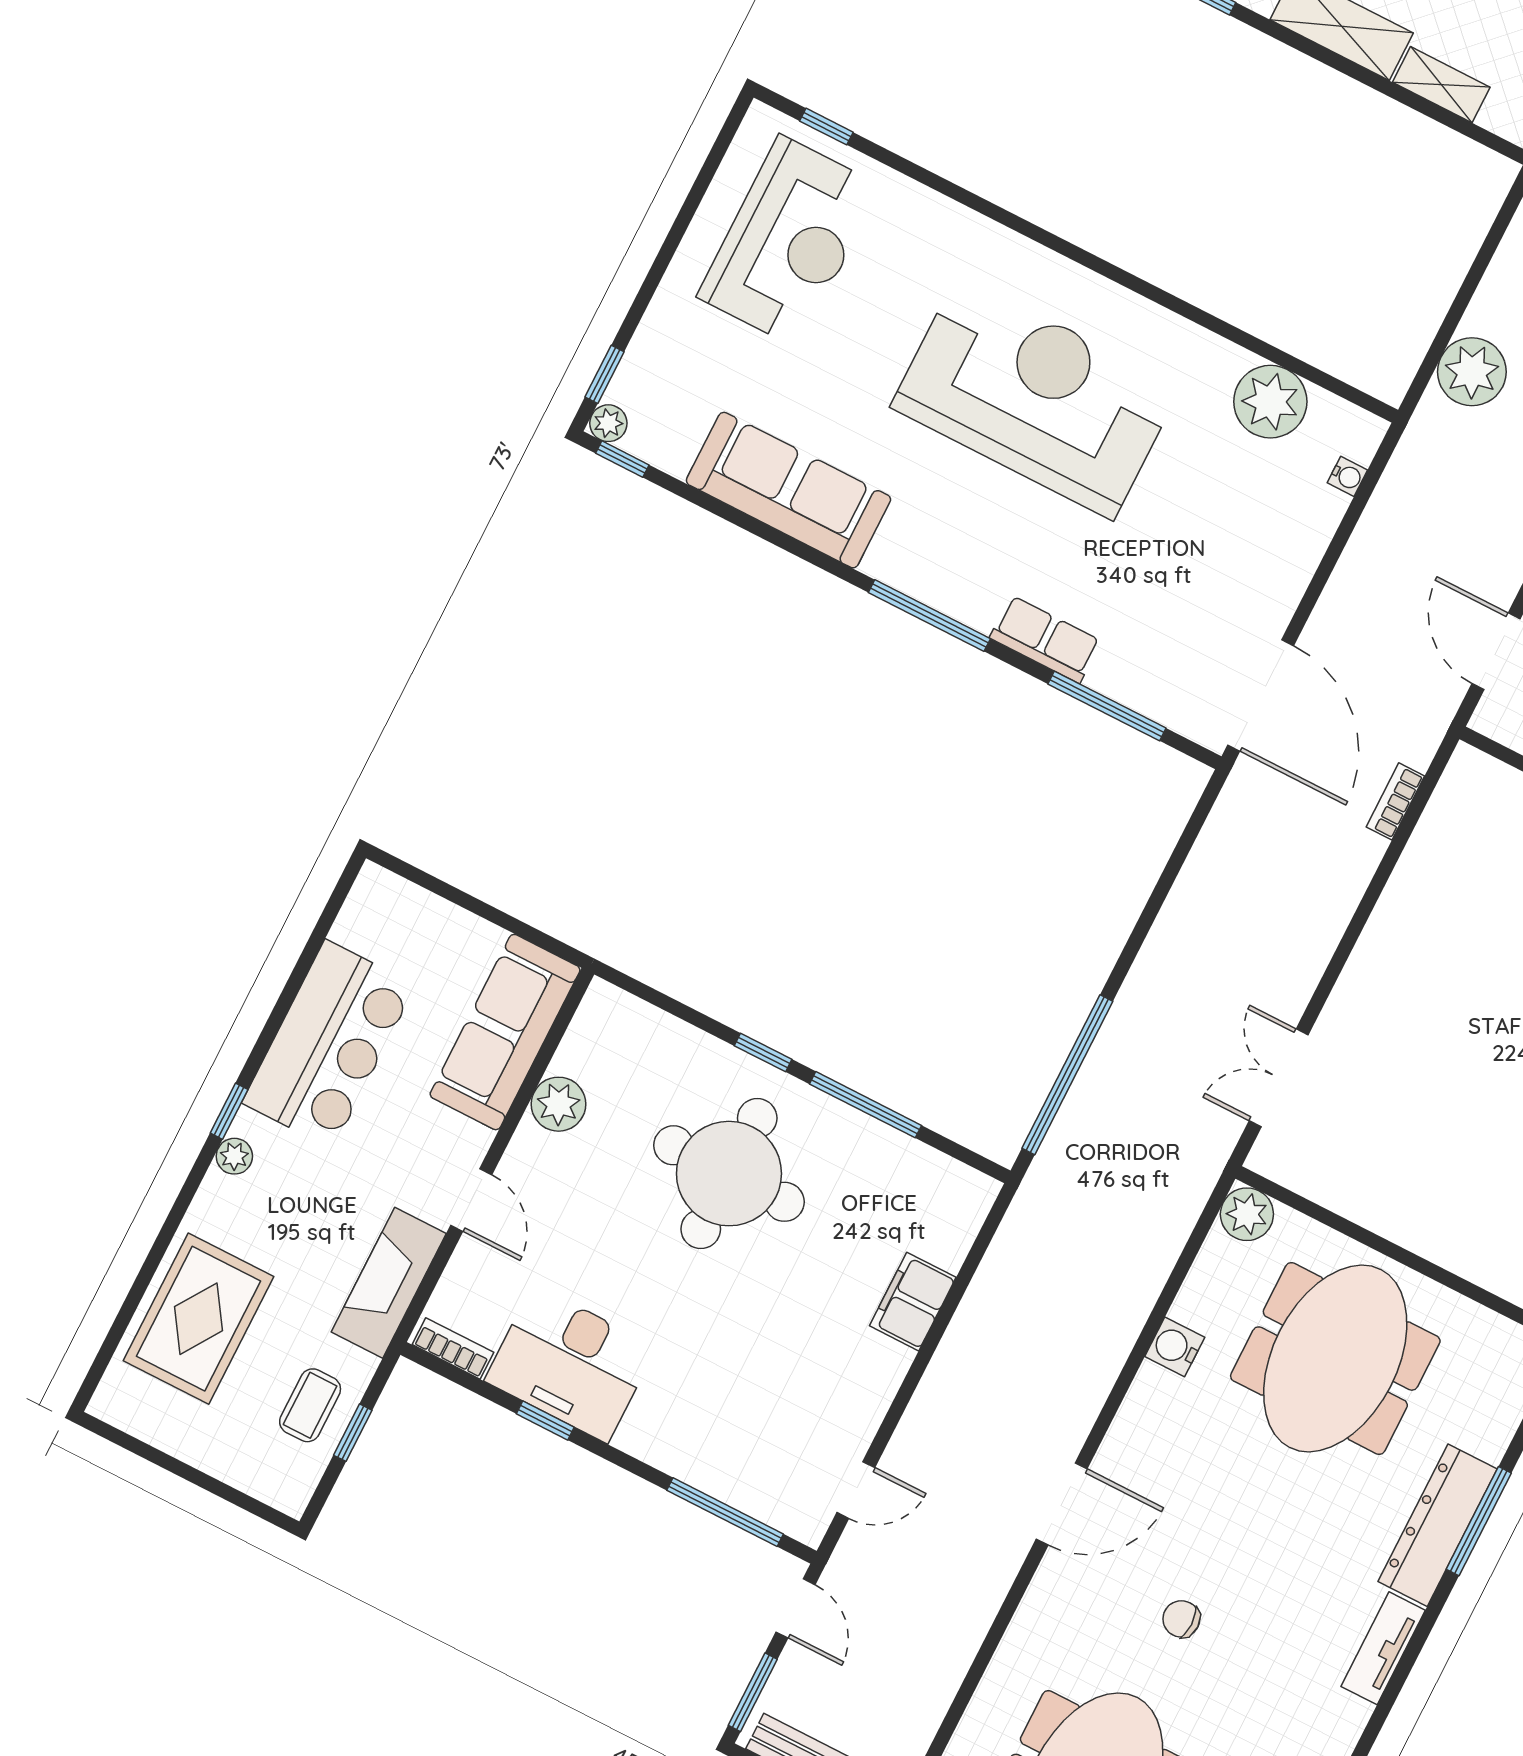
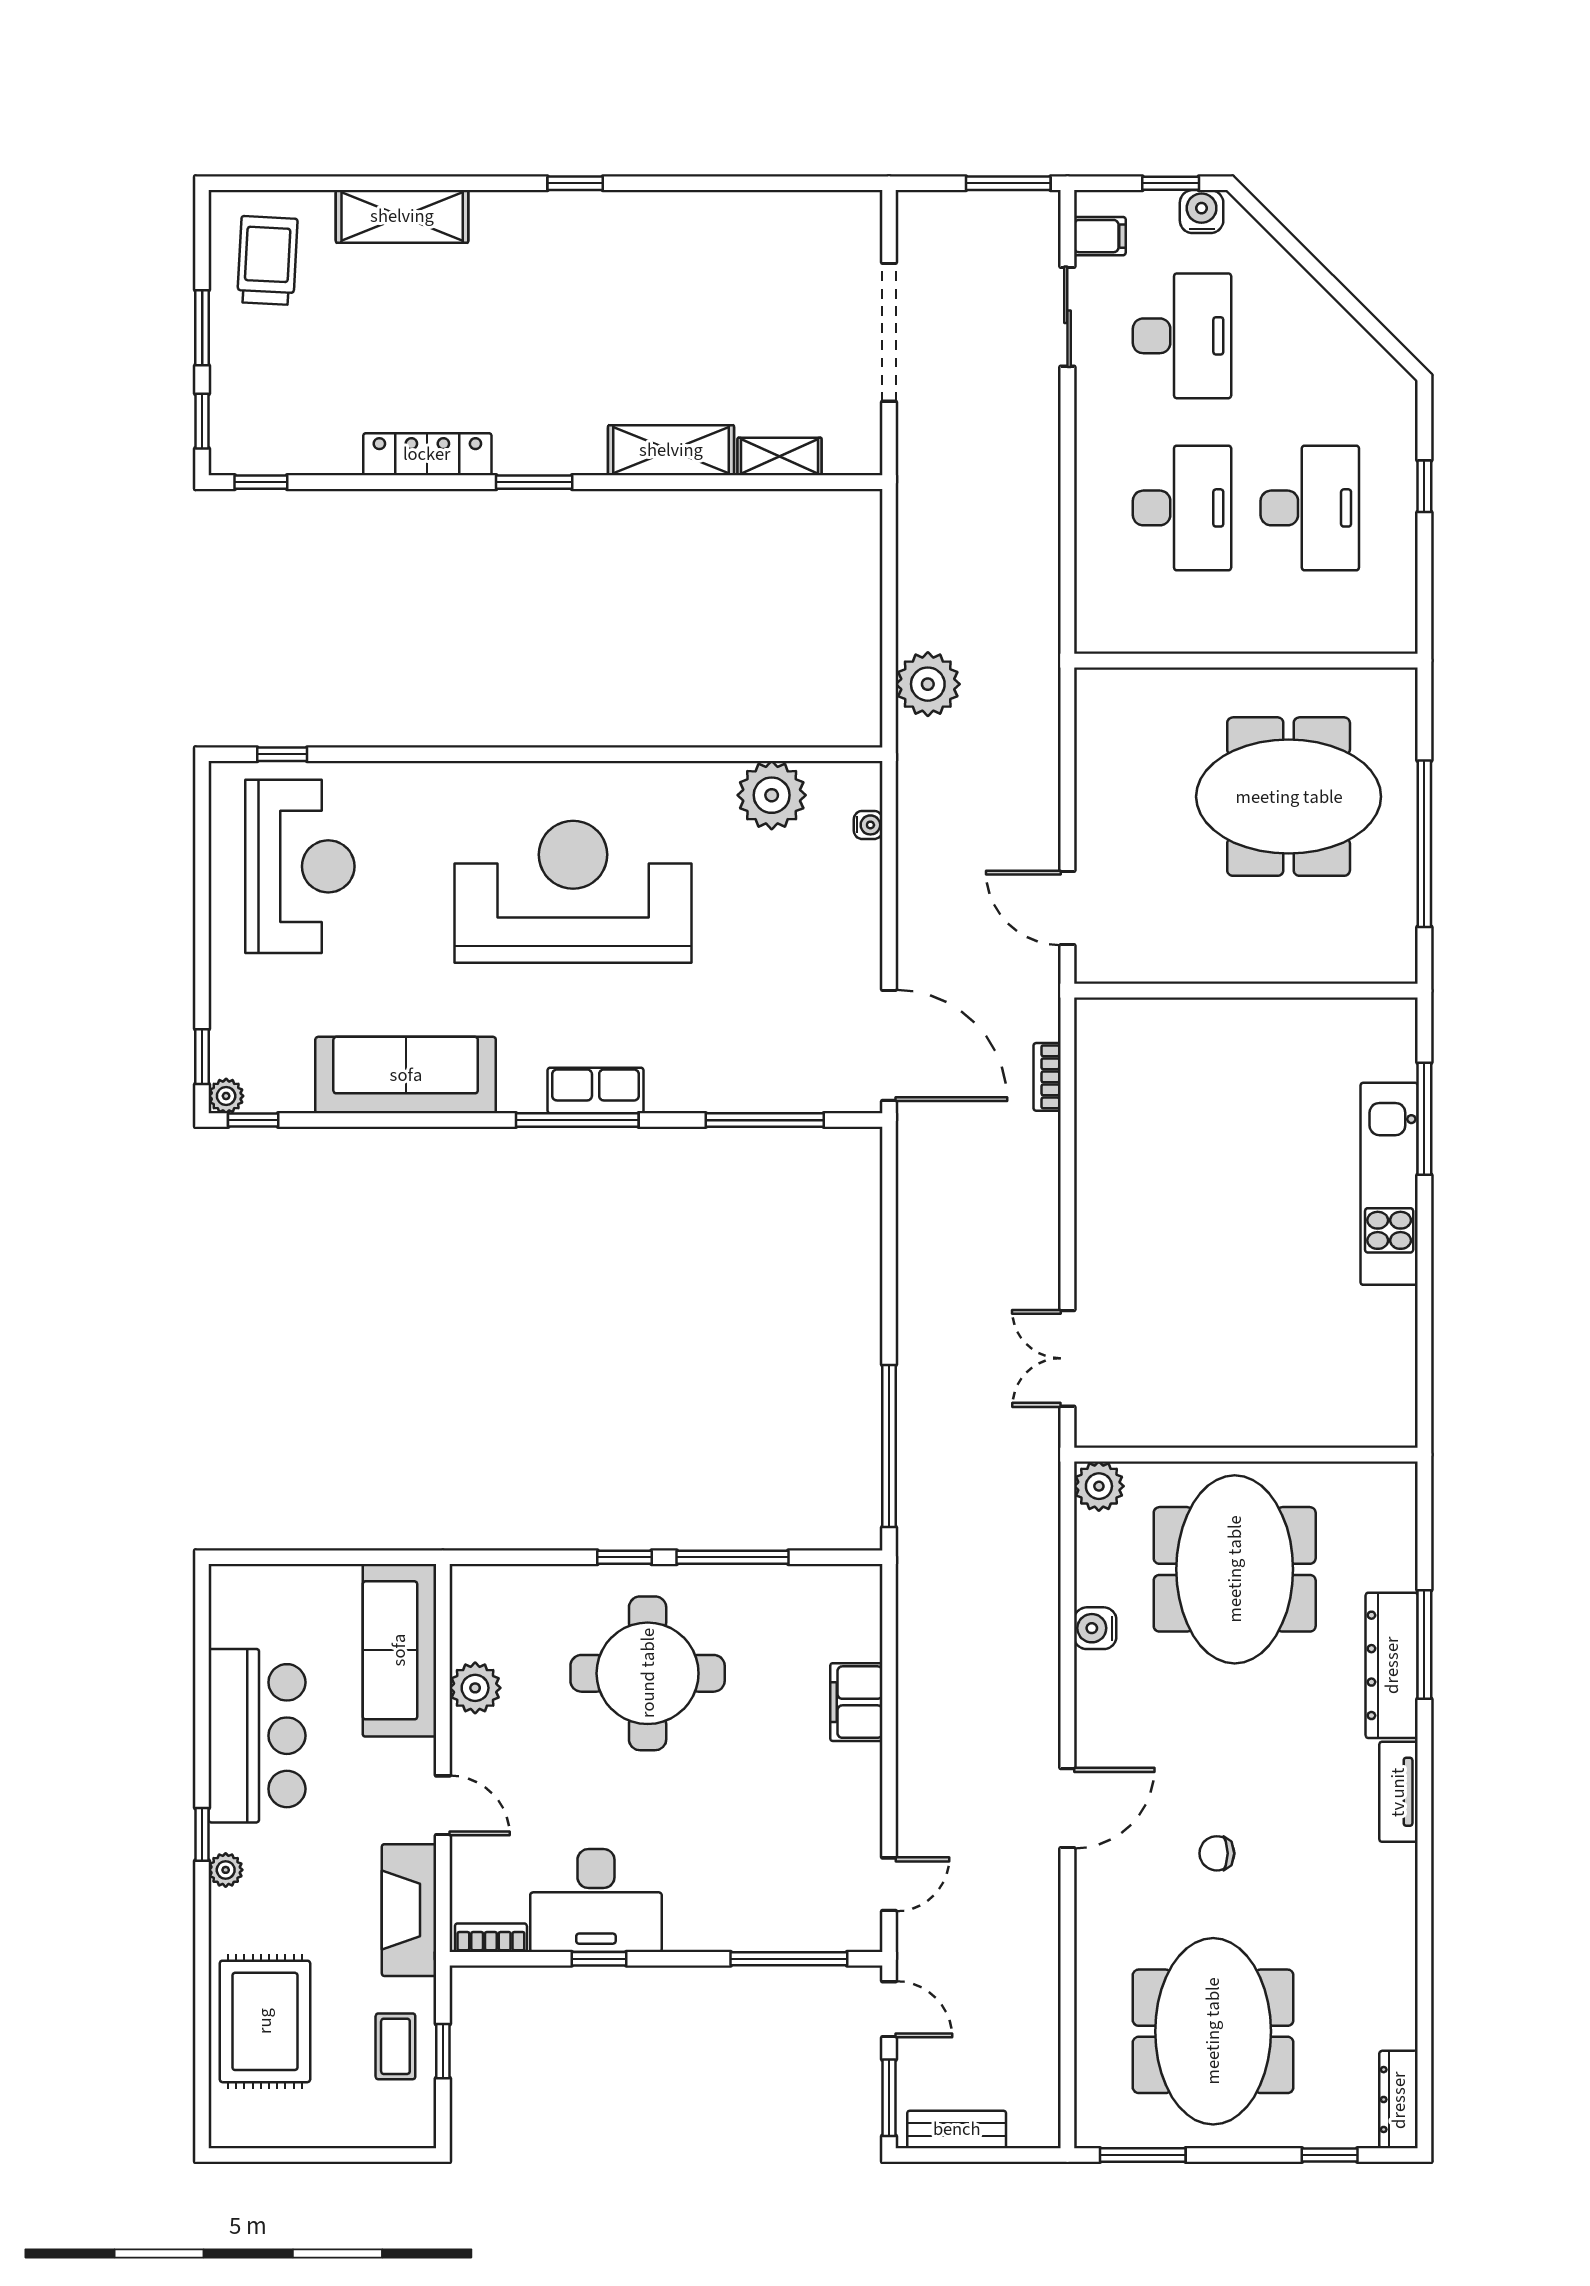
row of seats: (1045, 639) -> (596, 1090), moved

